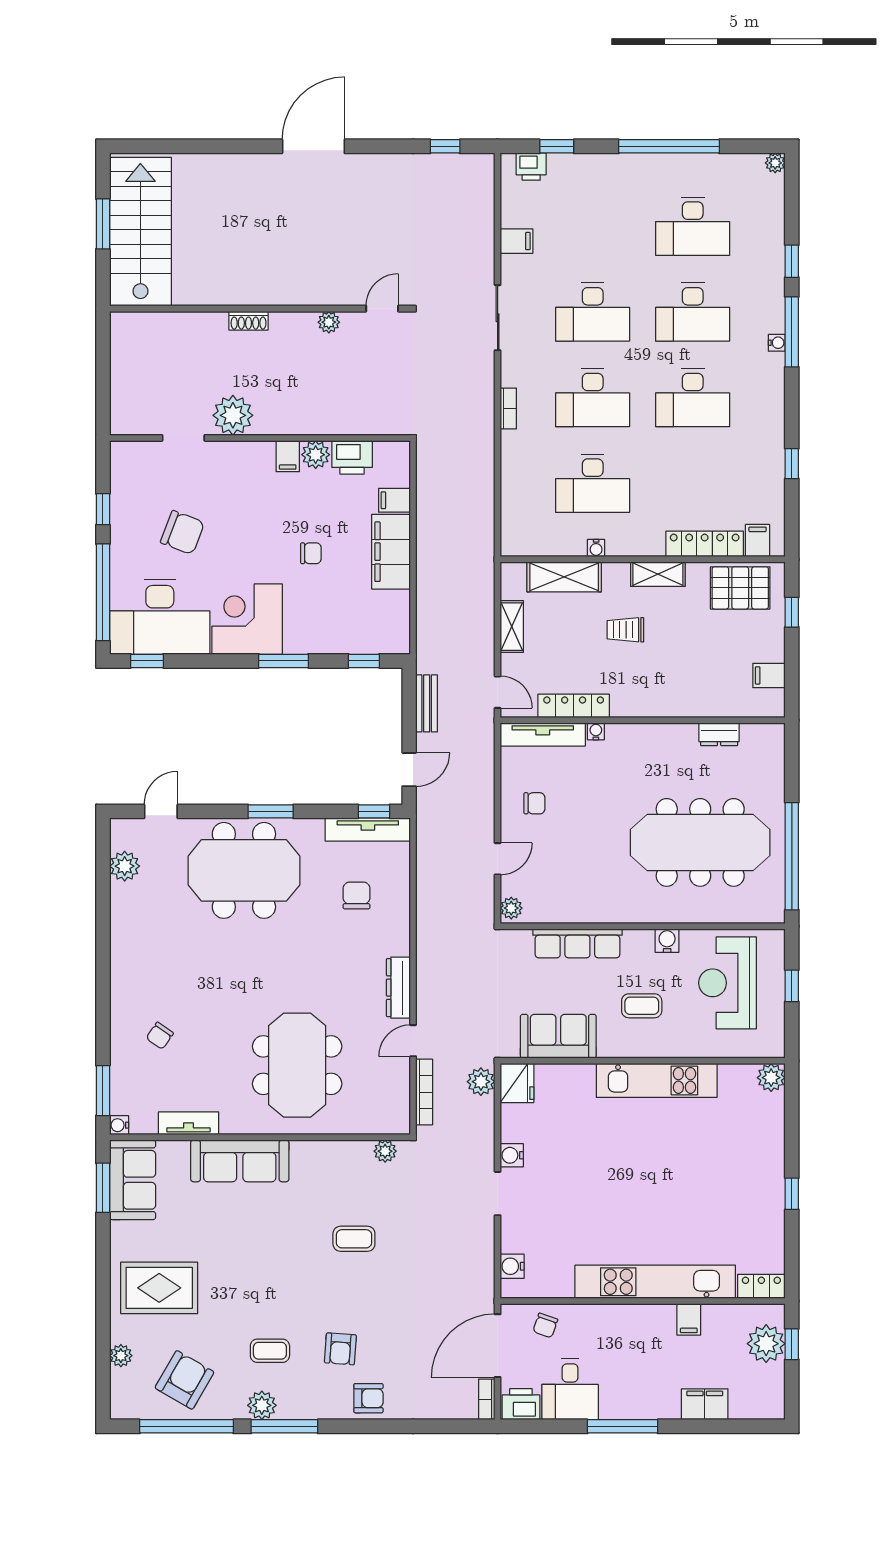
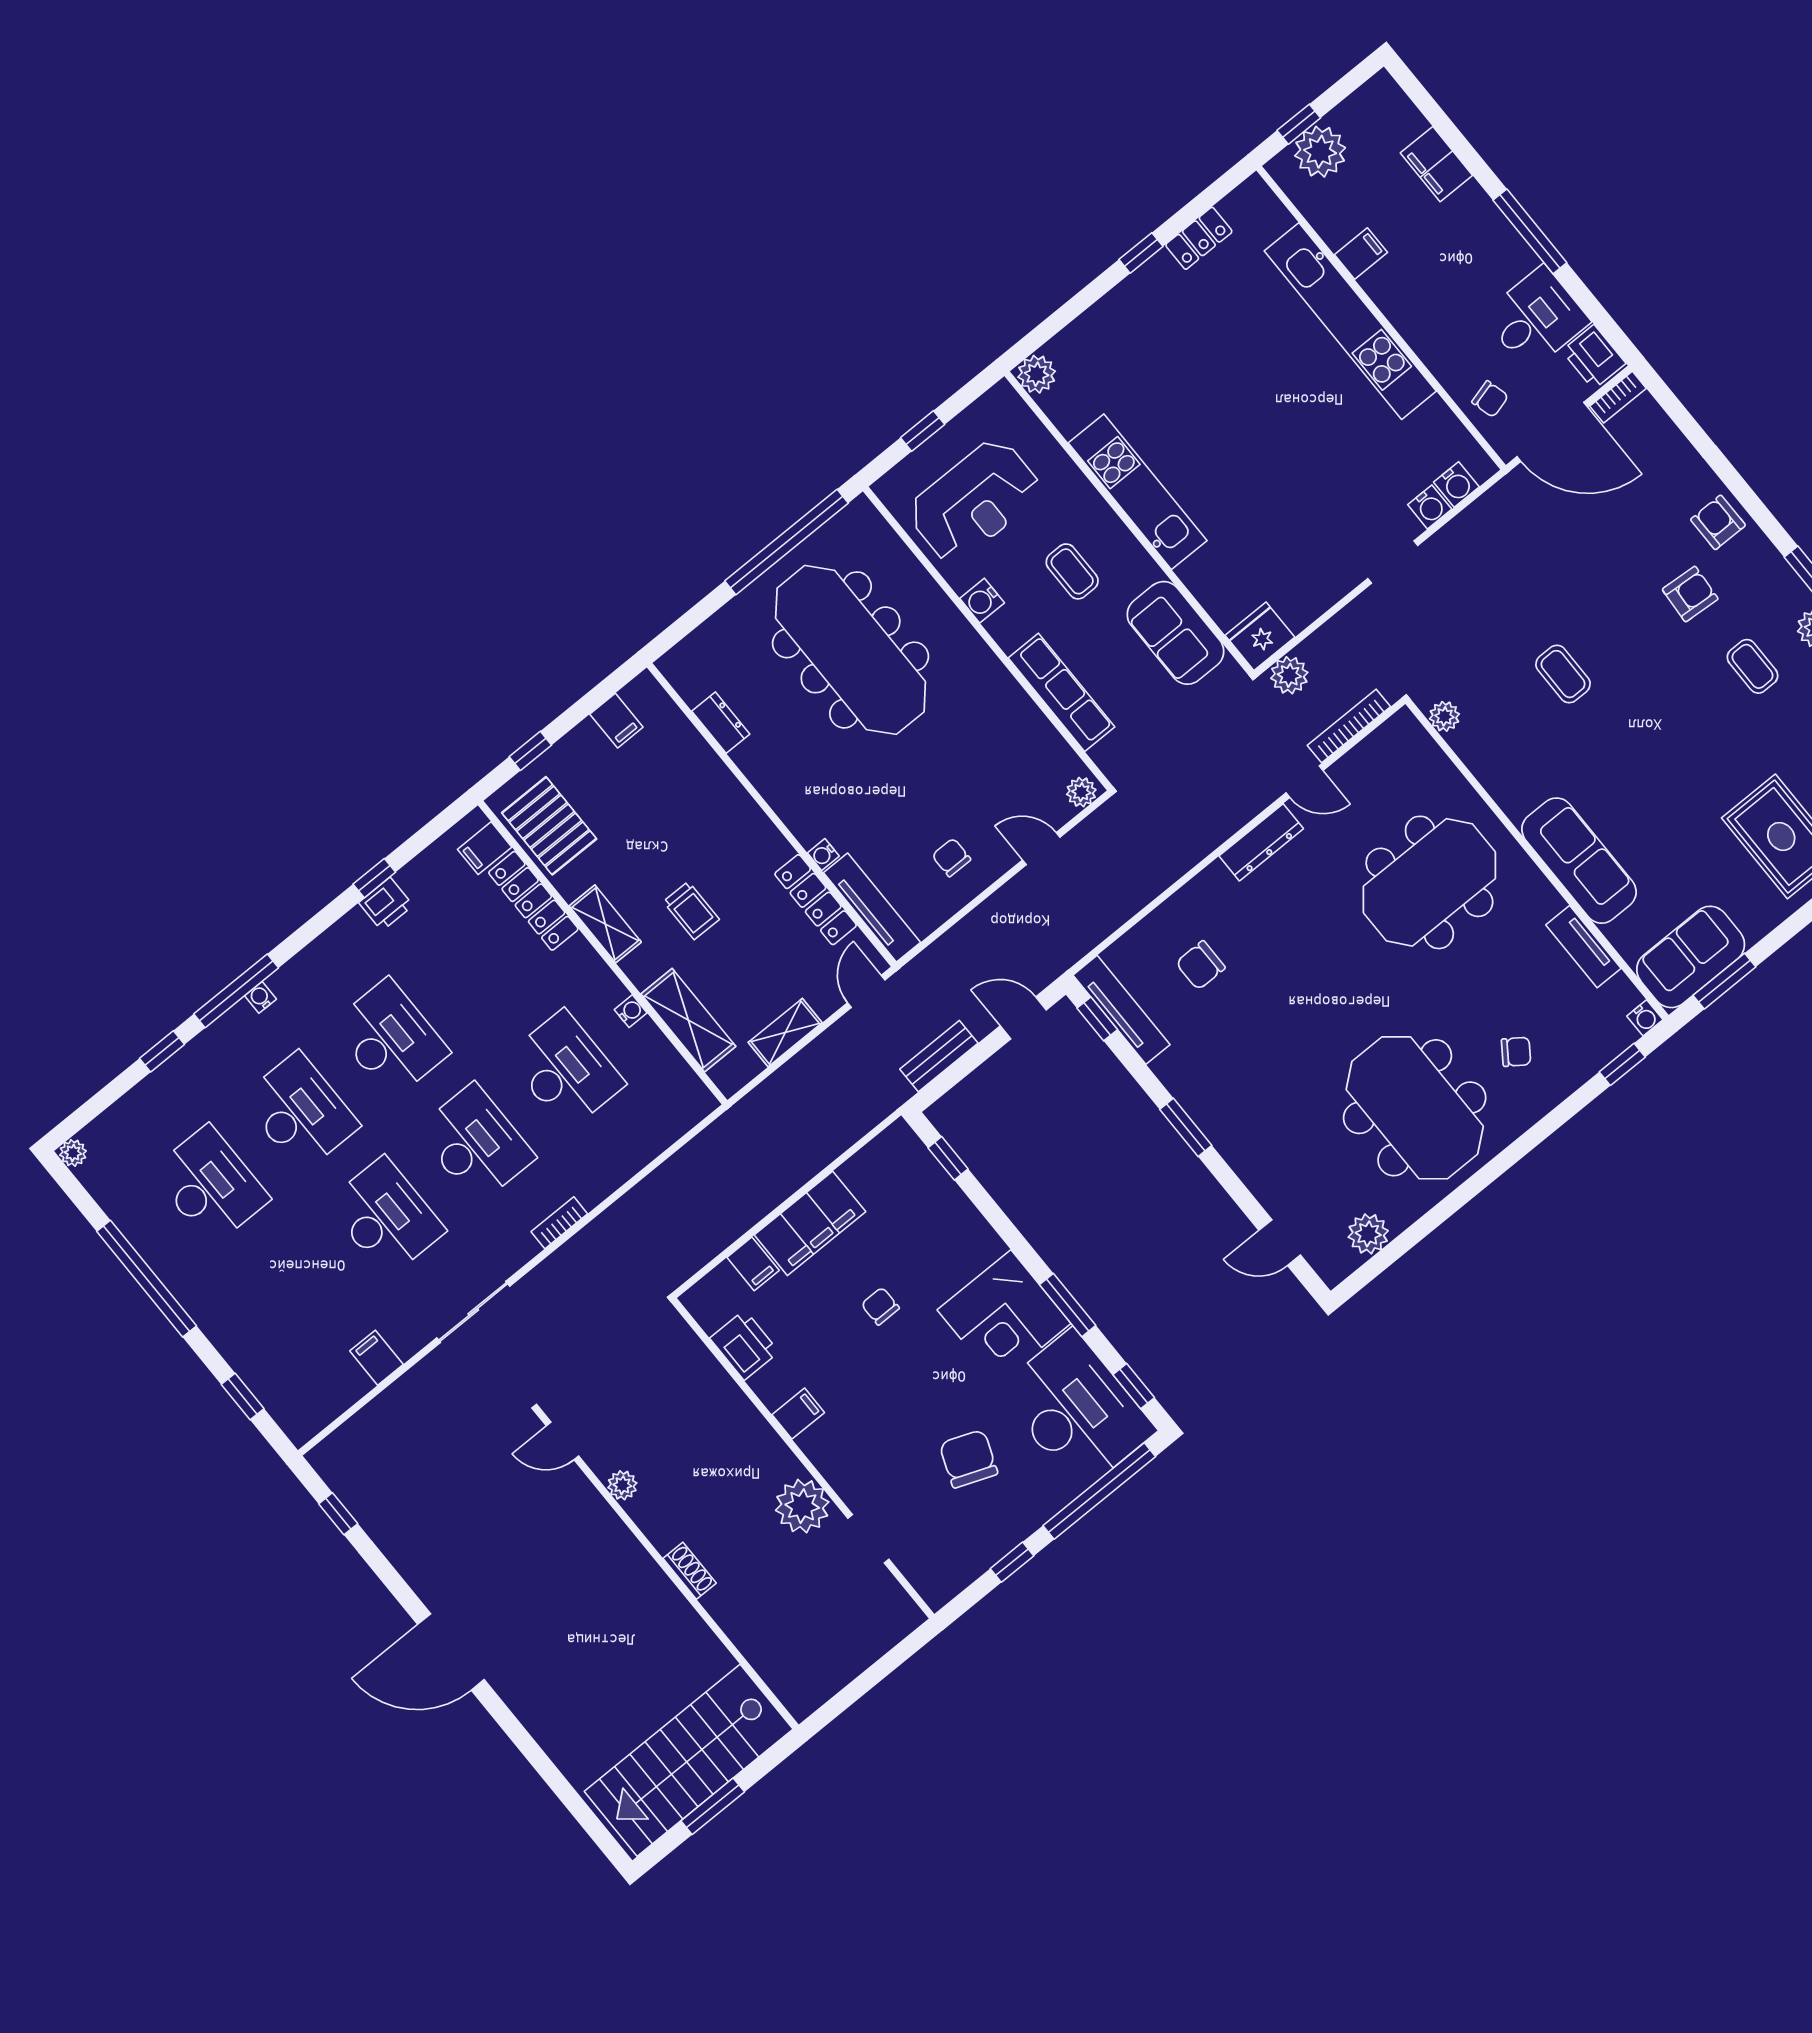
printer: (531, 167) -> (386, 904), moved, turned 90
plant: (316, 455) -> (773, 1386), removed
window: (284, 661) -> (1068, 1305), moved
meeting table: (244, 870) -> (1415, 1108), moved
window: (103, 1091) -> (1622, 1064), width x0.67
water cooler: (512, 1155) -> (1430, 507), moved
locker: (761, 1286) -> (1199, 238), moved, turned -90
chair: (545, 1325) -> (1490, 399), turned 56

